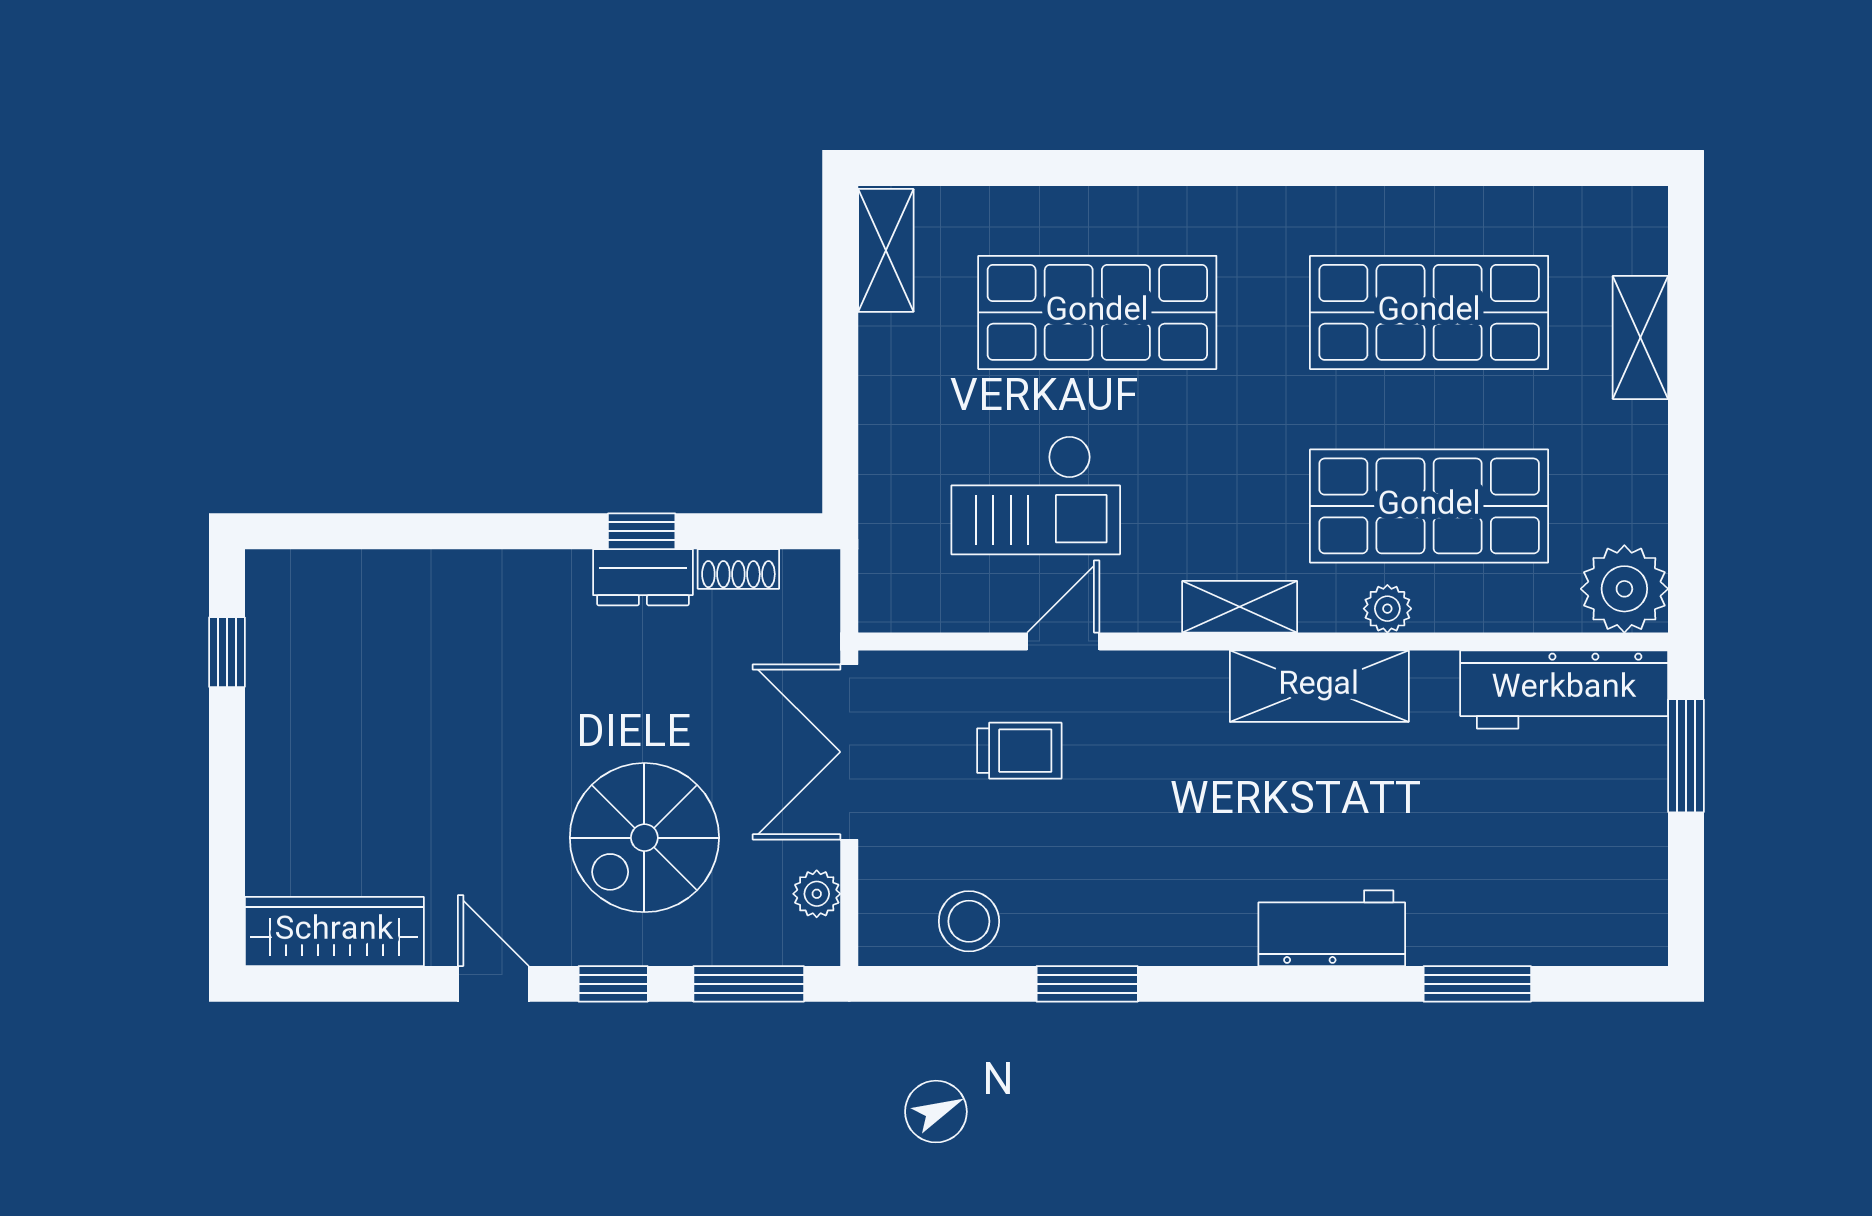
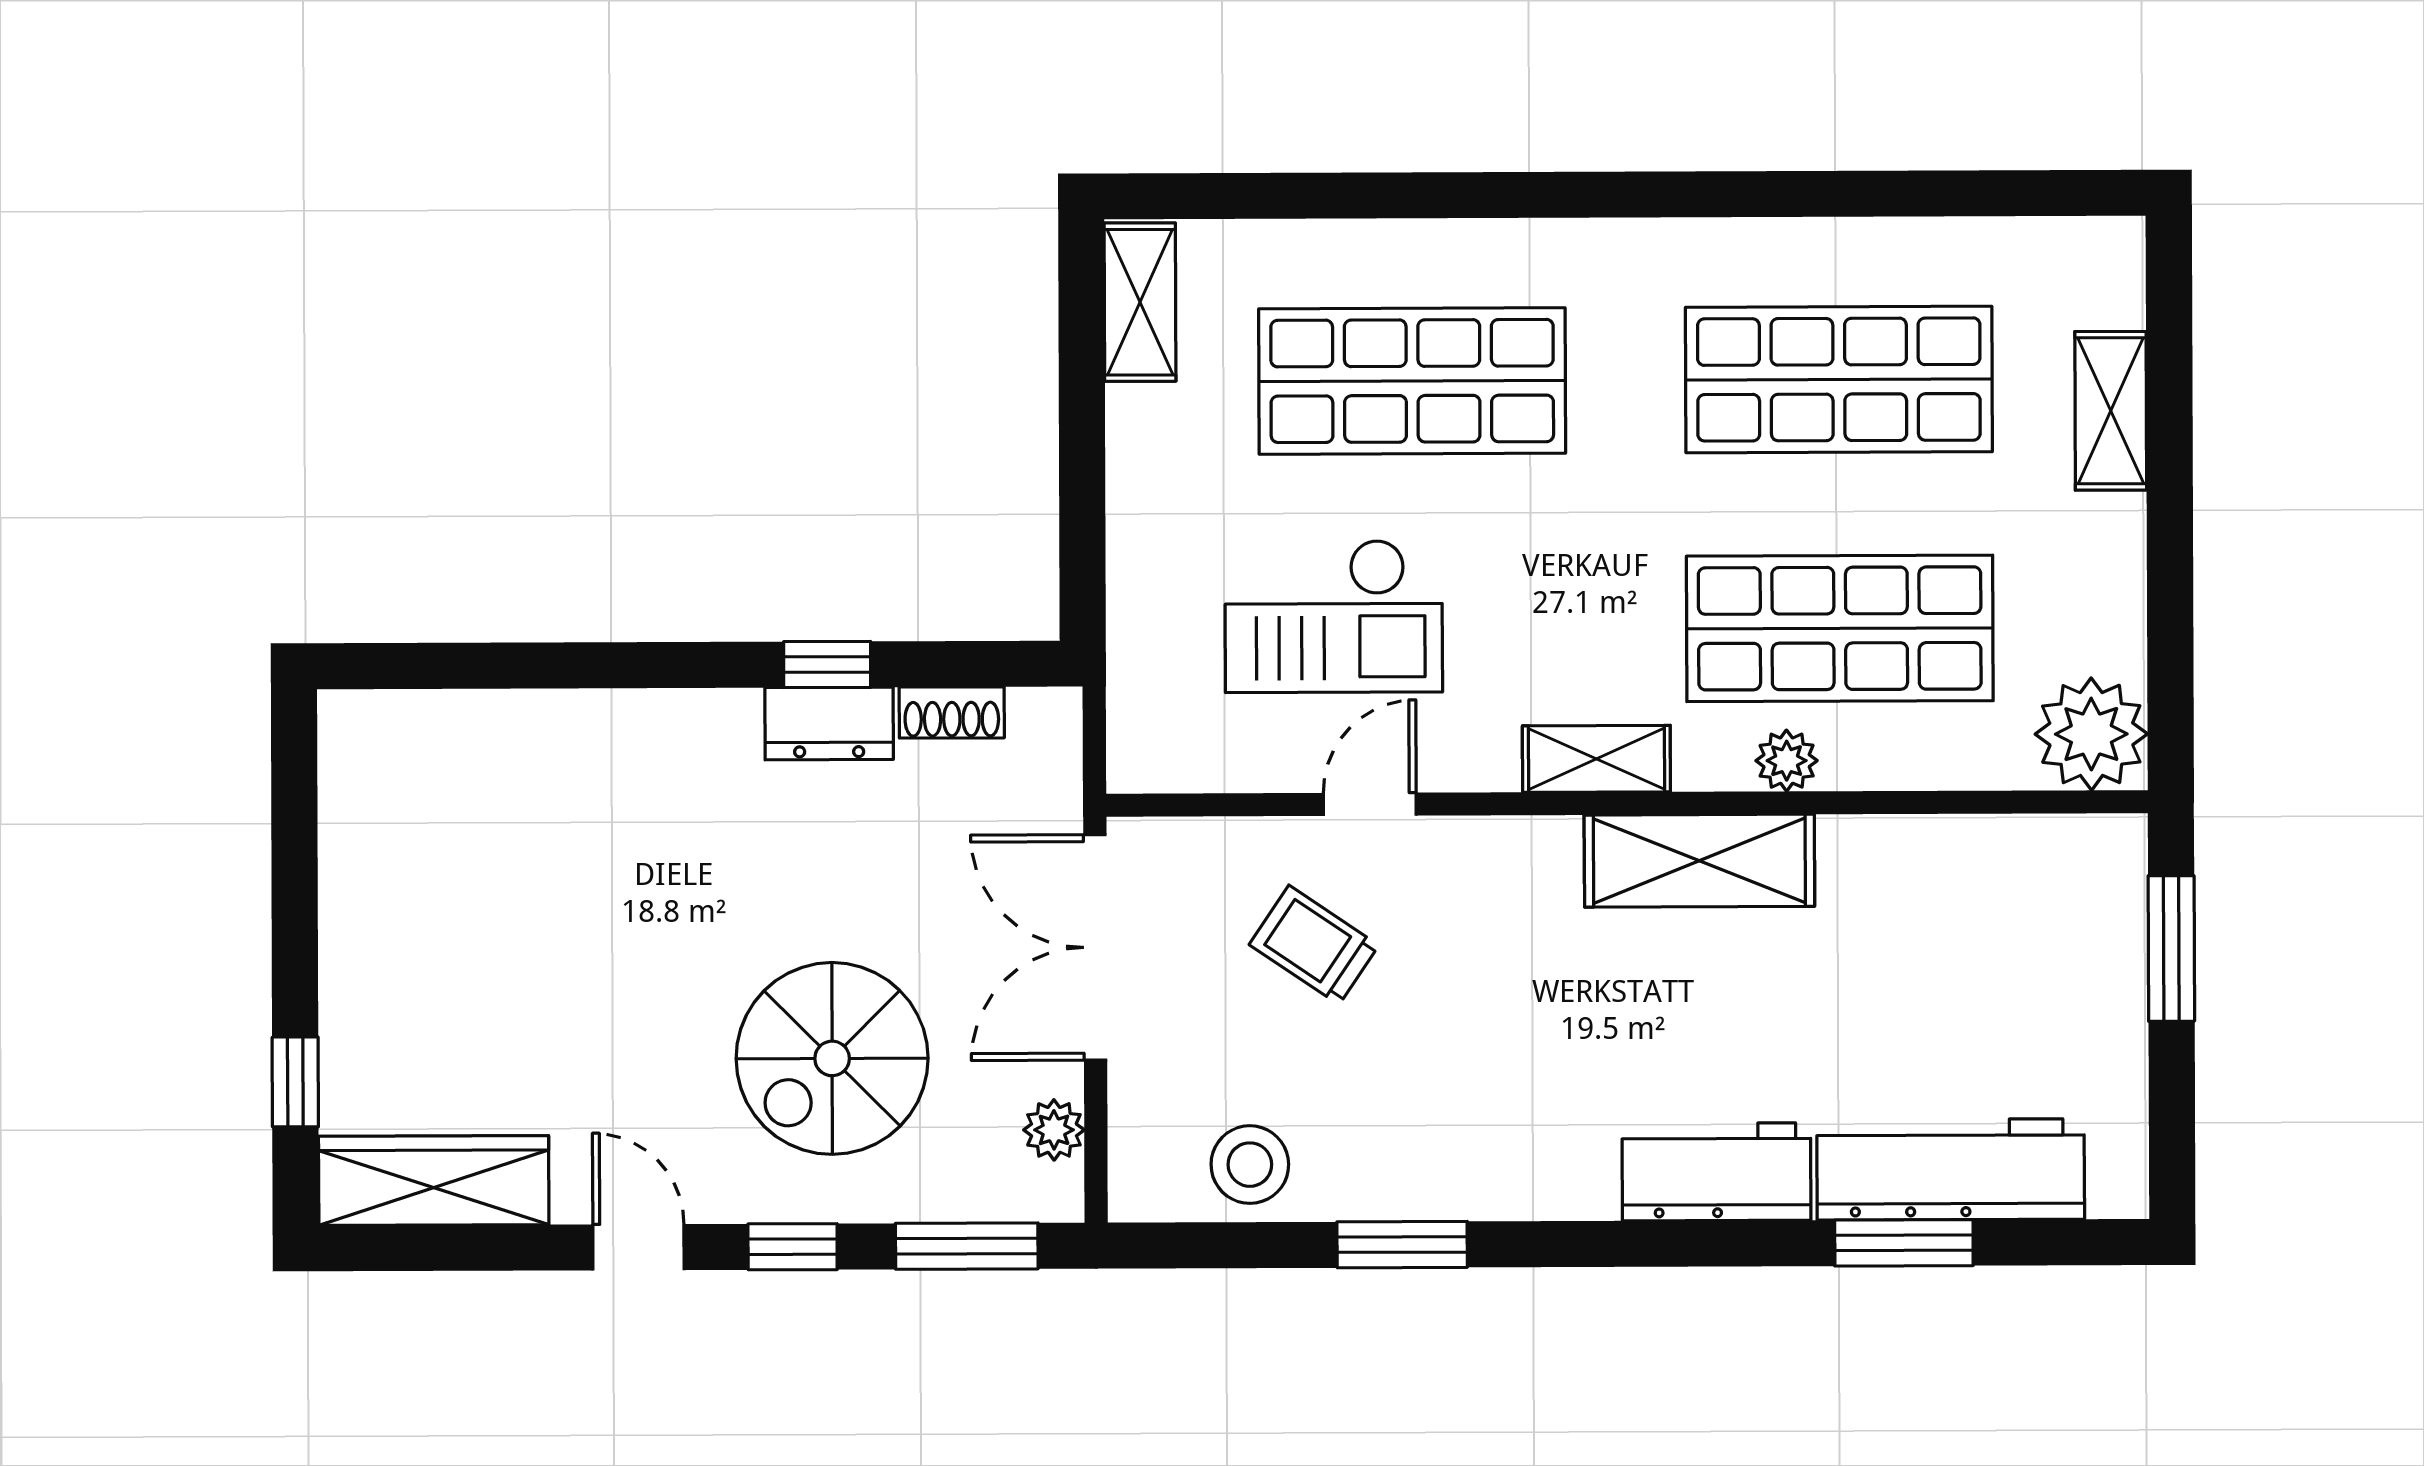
window: (227, 652) -> (295, 1082), moved
workbench: (1564, 689) -> (1951, 1169), moved, turned 180
trolley: (1019, 751) -> (1314, 945), turned -146

